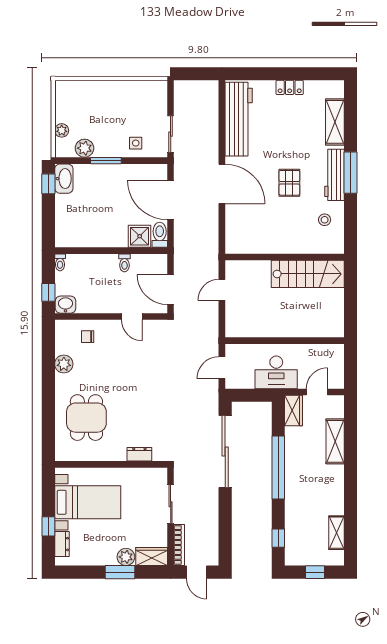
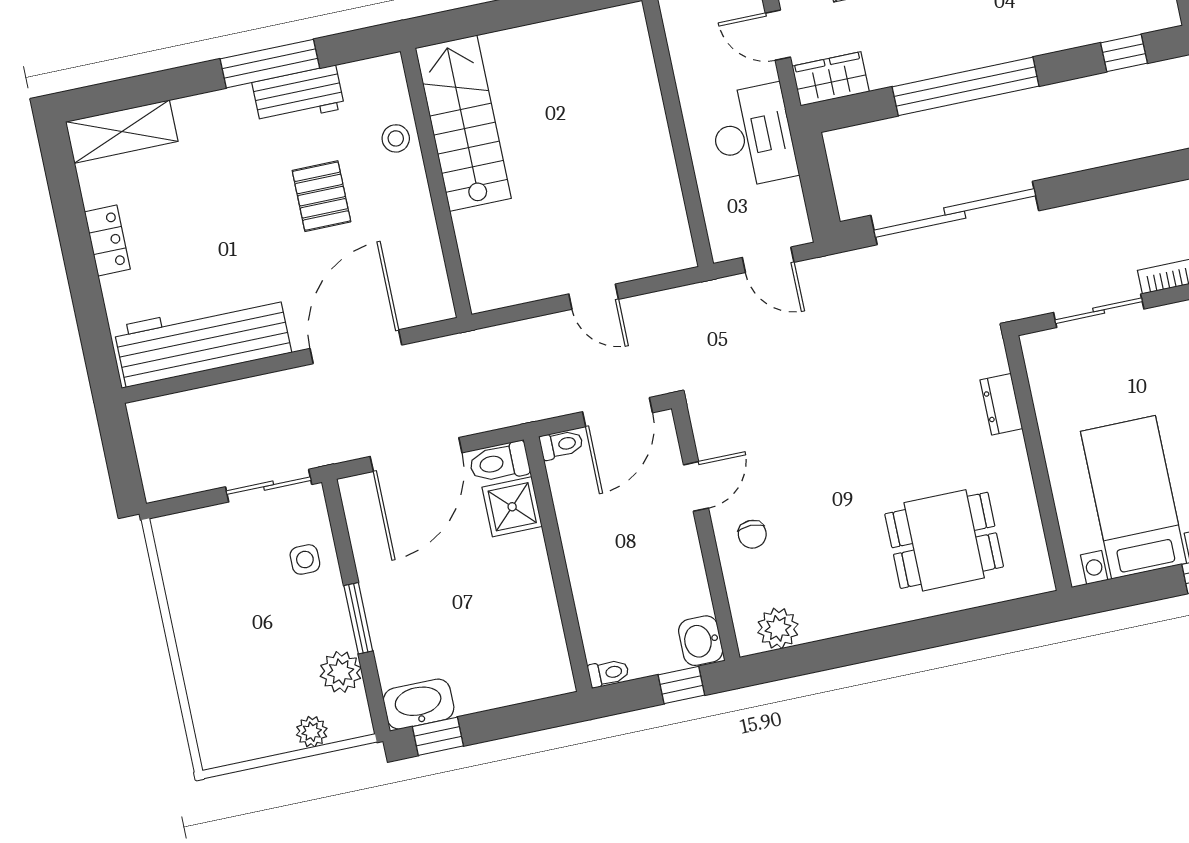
shelving: (335, 122) -> (122, 132), moved
workbench: (334, 175) -> (298, 95), width x0.73
pallet: (289, 183) -> (321, 196), turned 90
stool: (325, 220) -> (396, 138), moved
wall: (285, 257) -> (436, 183), moved
toilet: (124, 263) -> (561, 445), moved
stairs: (308, 274) -> (463, 123), moved
chair: (88, 337) -> (752, 534), moved
plant: (64, 364) -> (778, 628), moved

